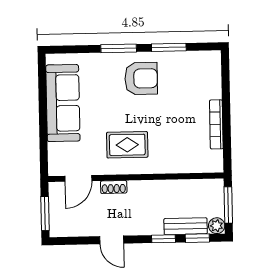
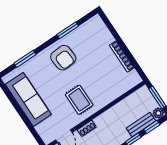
window: (119, 48) -> (25, 59), moved
armchair: (141, 78) -> (63, 58), turned 86
rug: (127, 145) -> (79, 100), turned 90

